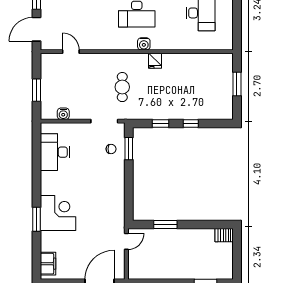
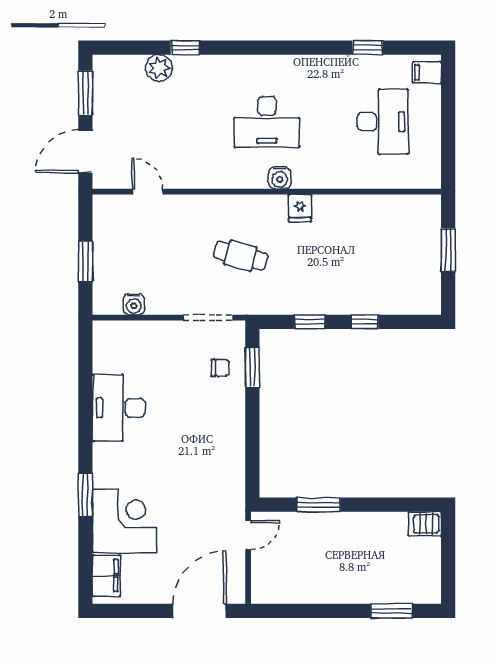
cafe table: (122, 87) -> (241, 256), turned -75
desk: (55, 152) -> (119, 408), moved
corner desk: (58, 213) -> (124, 521), moved

